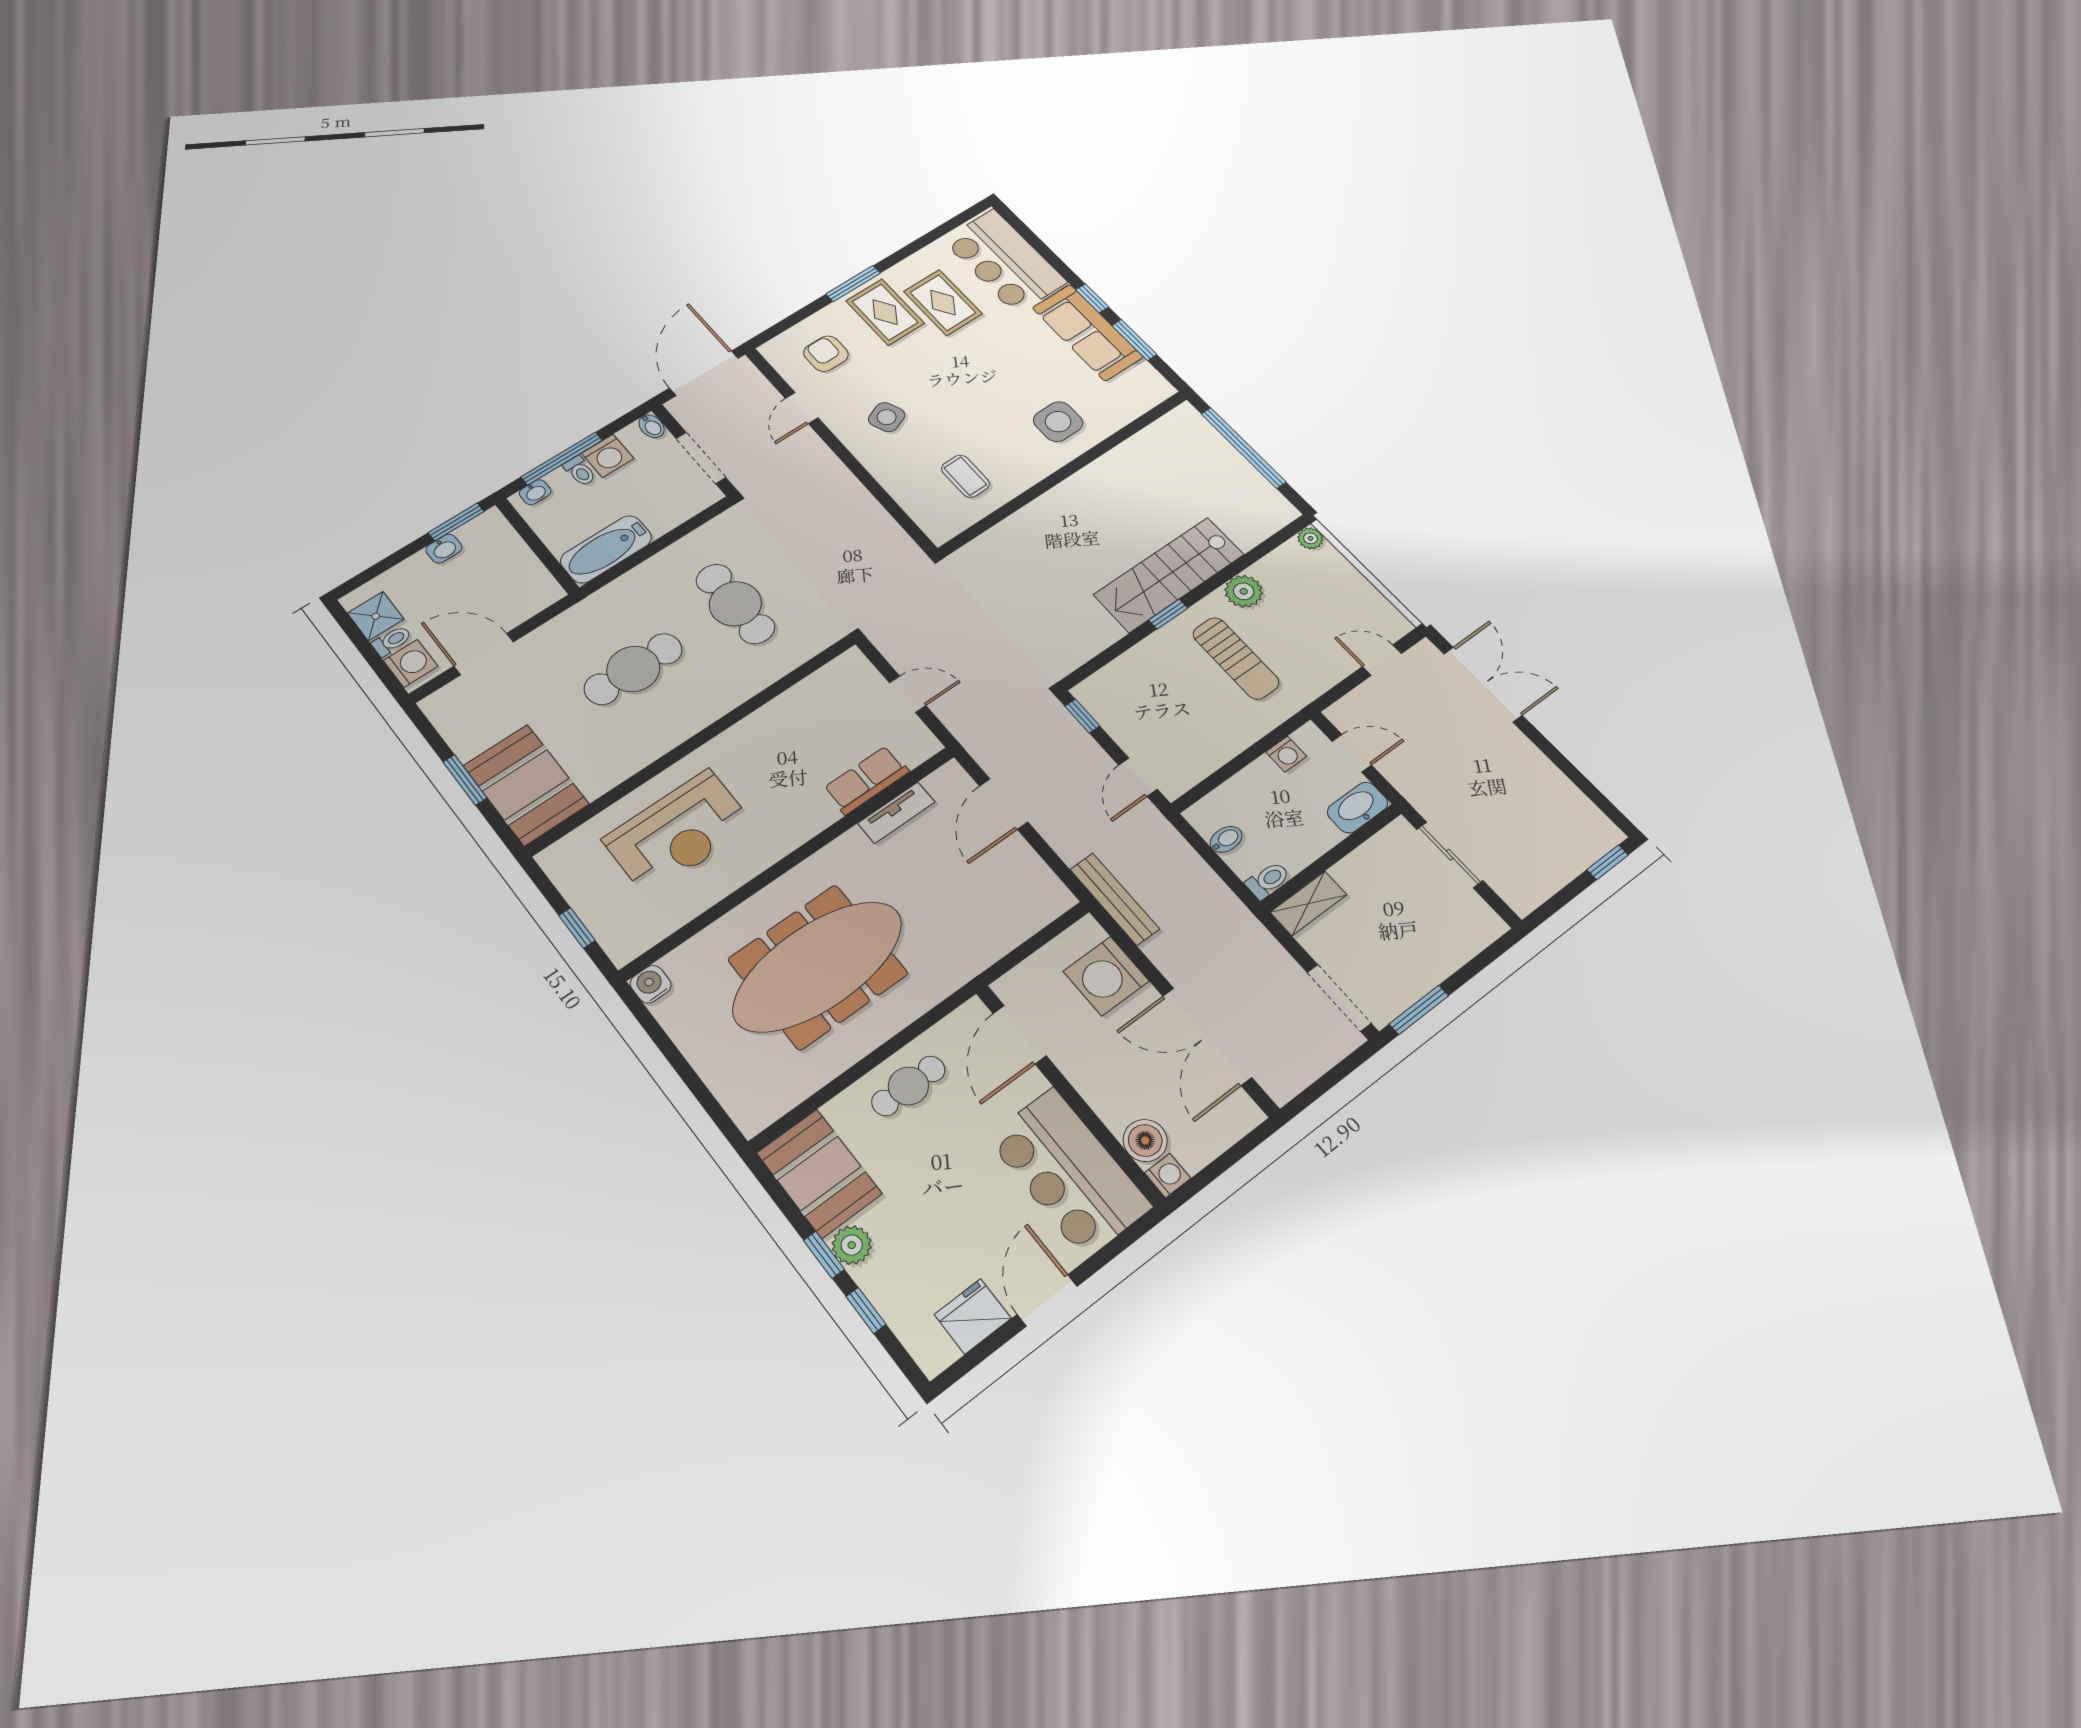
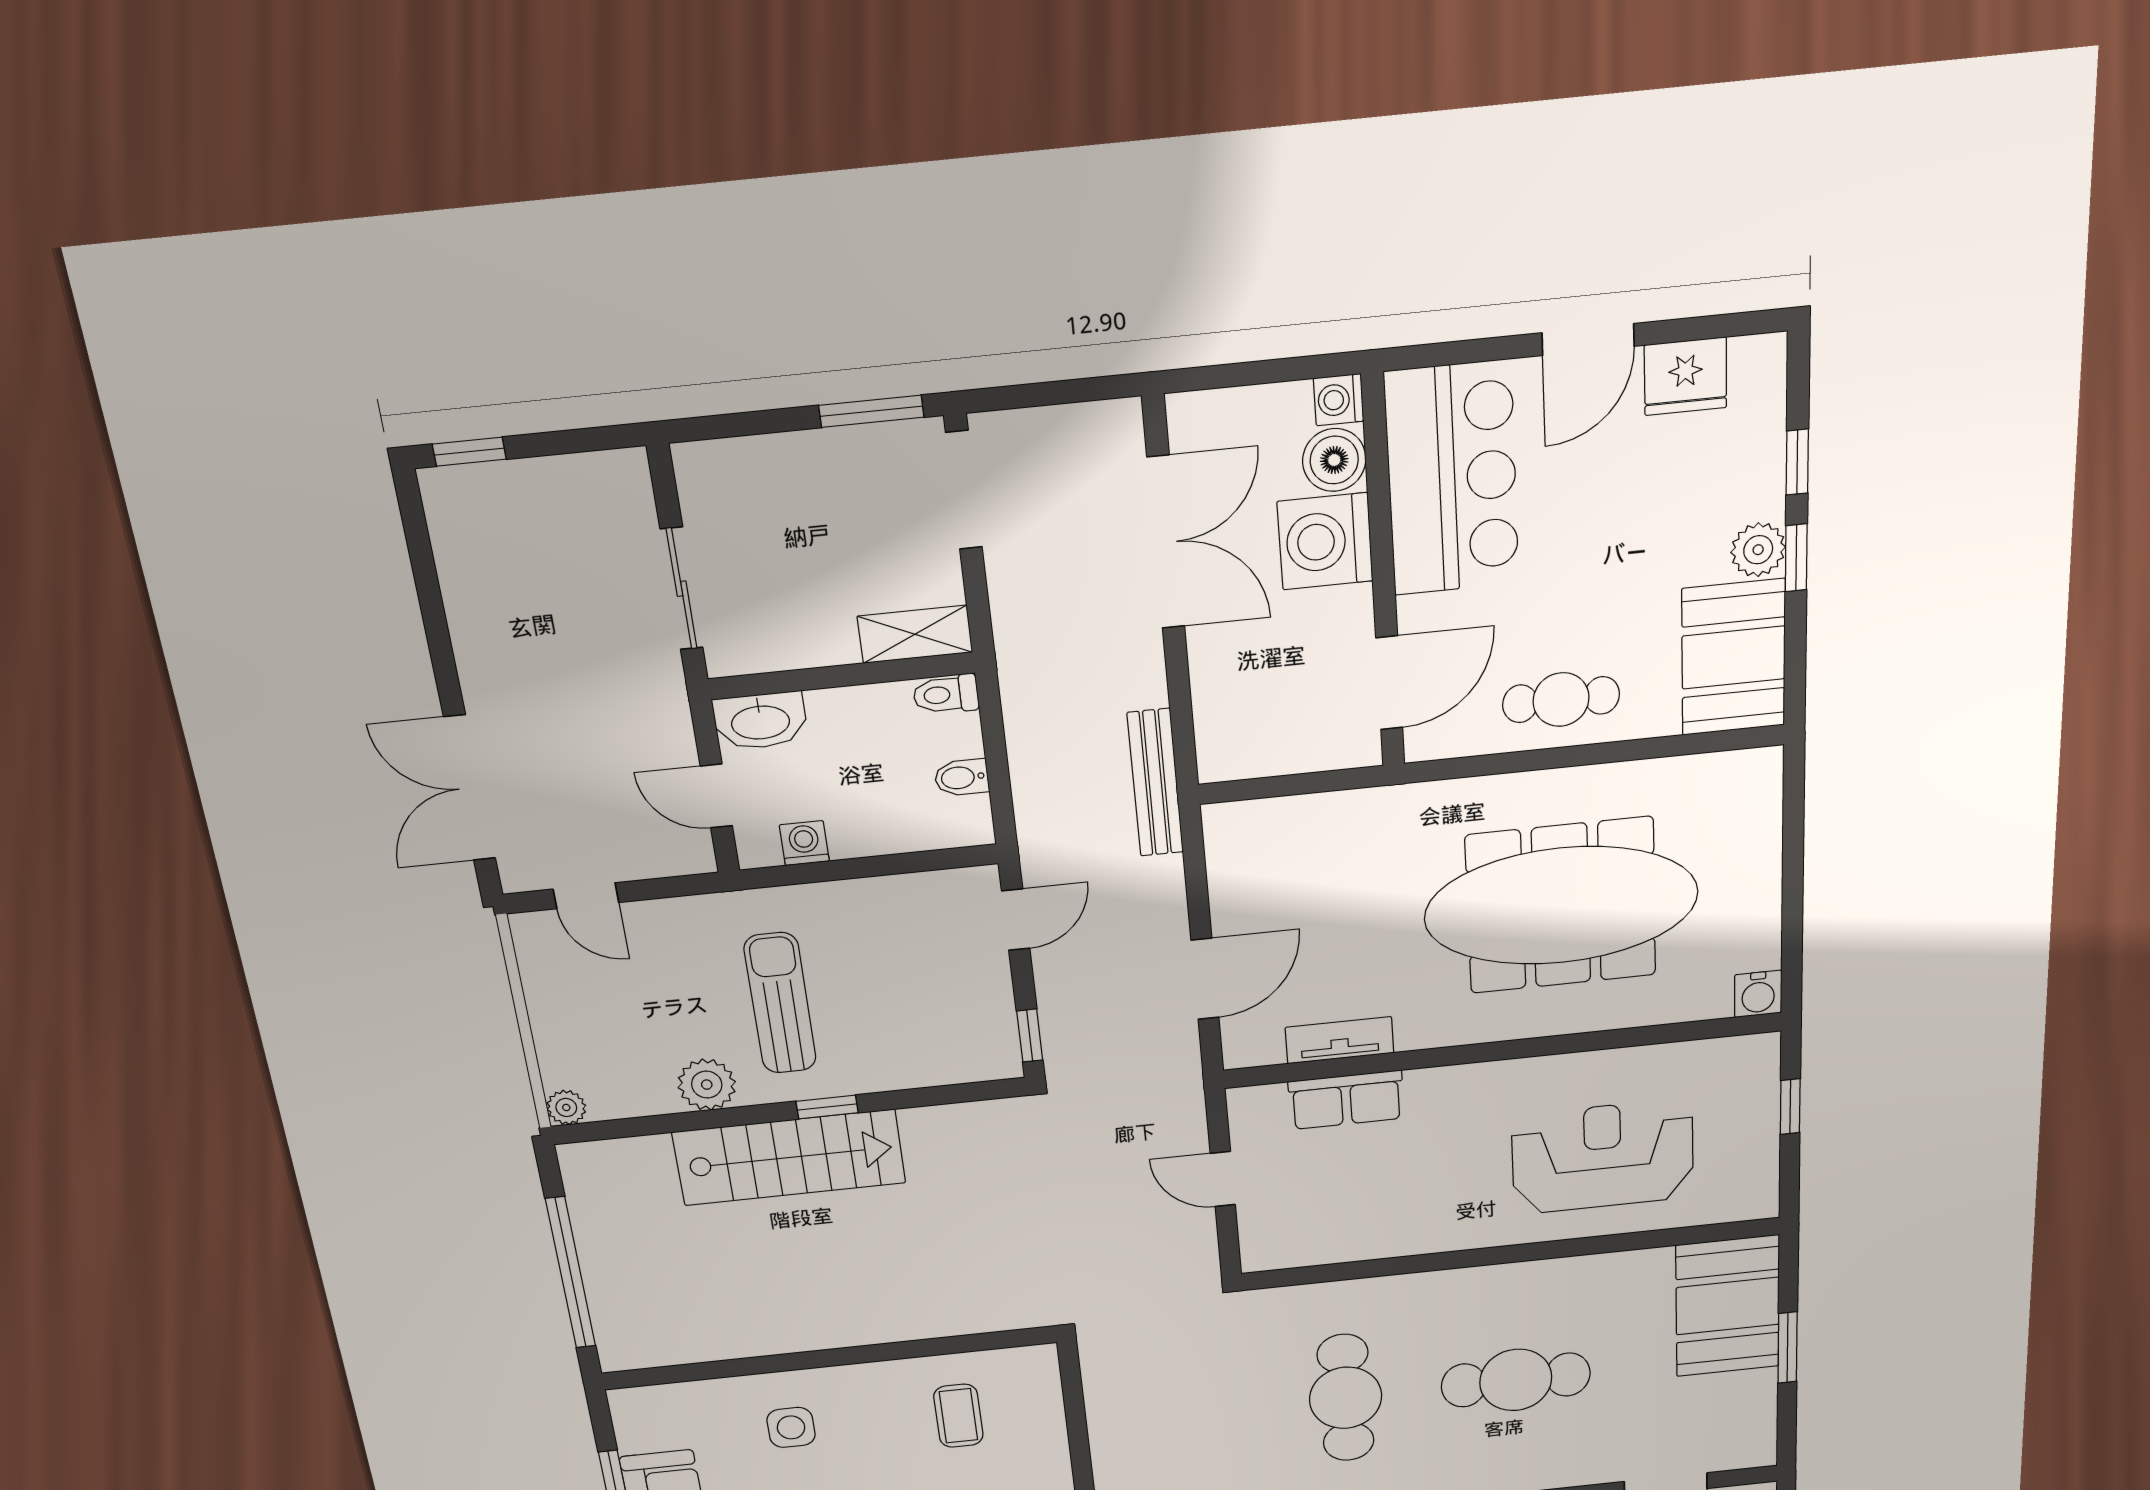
side table: (1058, 422) -> (791, 1427), width x0.73, depth x0.73
washing machine: (1106, 976) -> (1325, 541), moved, turned 180

